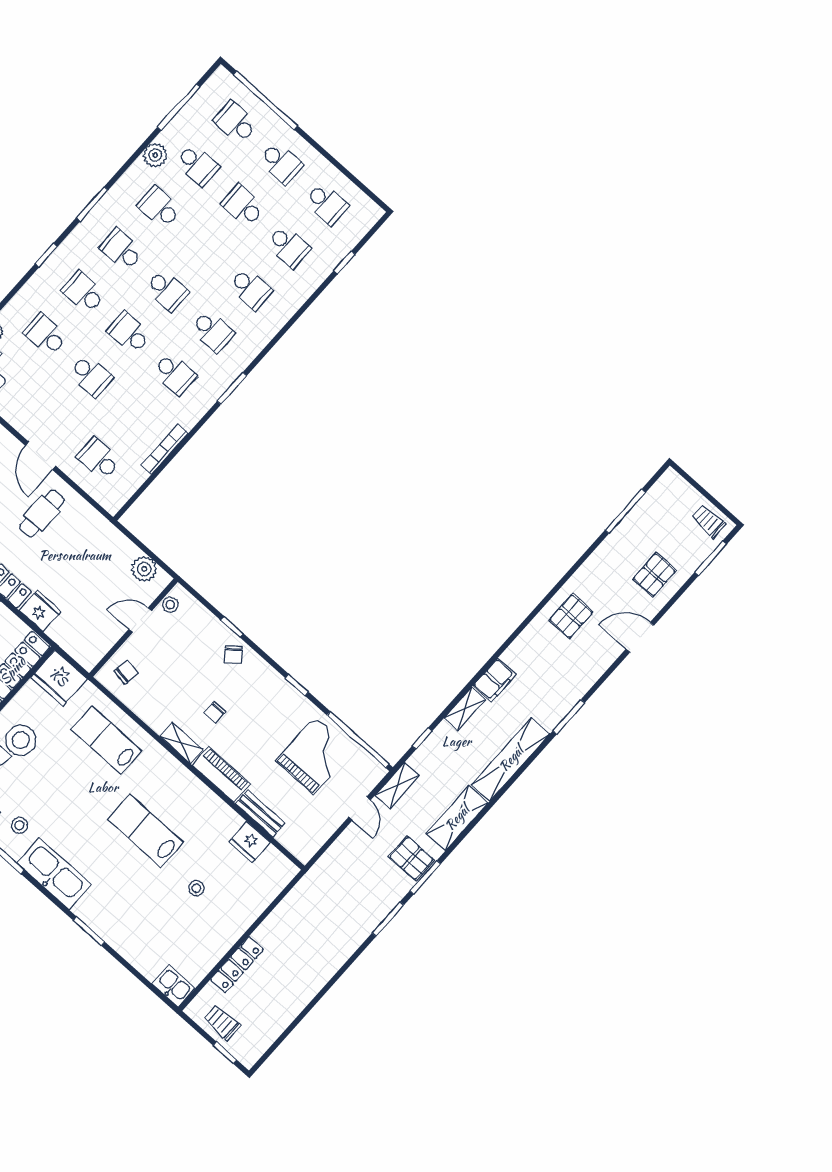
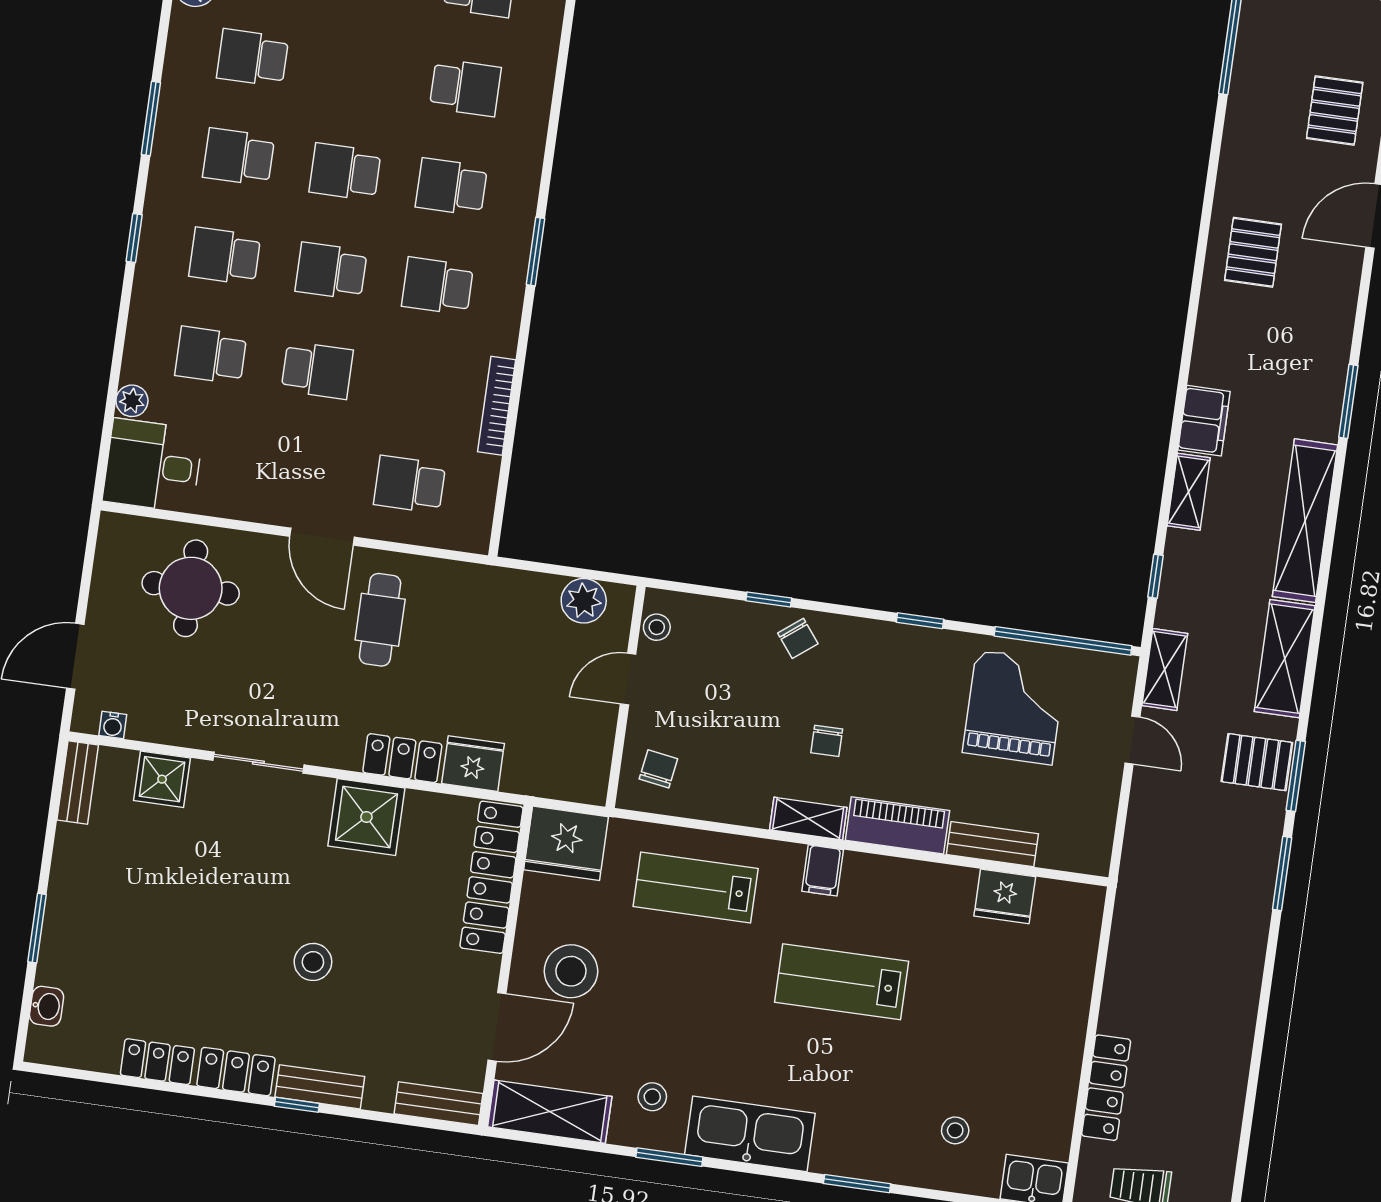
school desk: (167, 291) -> (345, 172), turned 180
school desk: (213, 331) -> (451, 187), turned 180
school desk: (175, 374) -> (437, 286), turned 180
filing cabinet: (172, 772) -> (823, 870), added
stool: (196, 888) -> (955, 1130), moved

